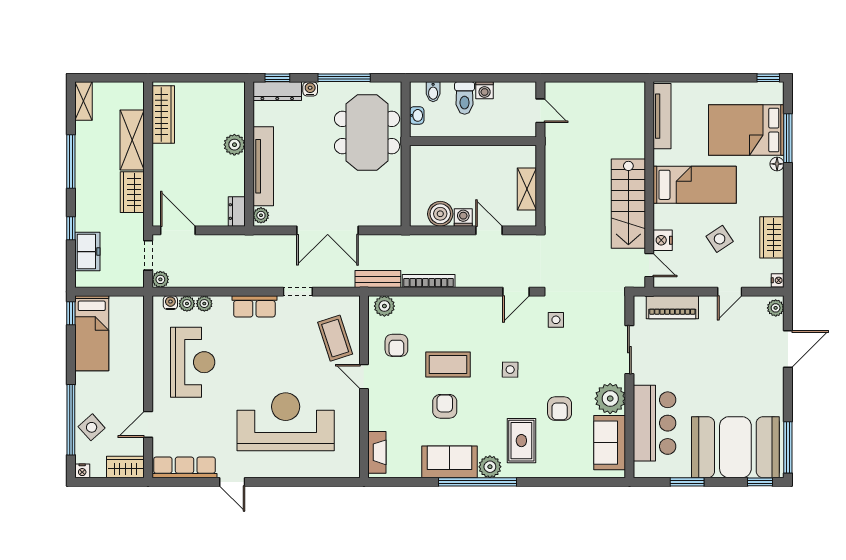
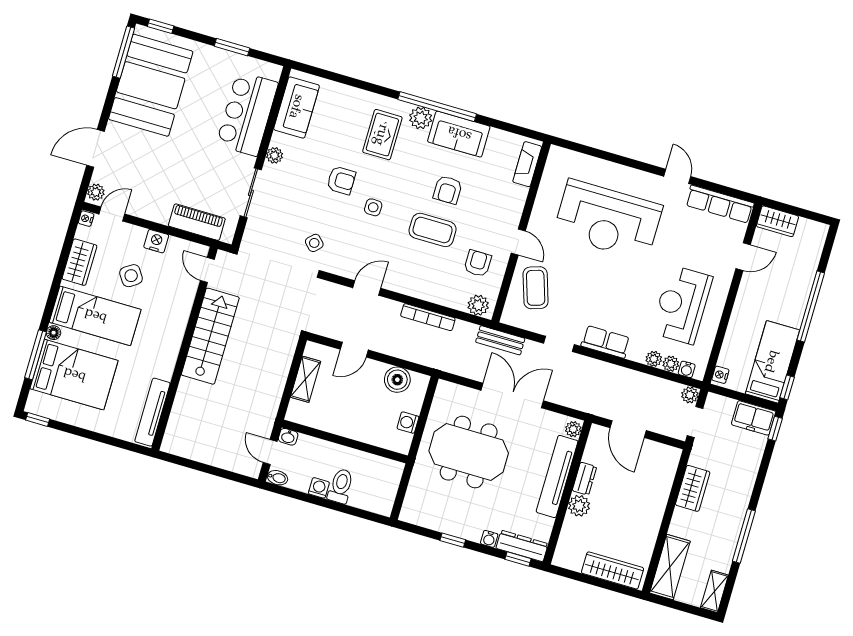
window: (344, 78) -> (453, 540), width x0.46
bidet: (433, 92) -> (277, 478), moved, turned 90
wardrobe: (163, 114) -> (612, 570), moved, turned 90
washbasin: (417, 115) -> (288, 437), moved, turned -90
meeting table: (367, 132) -> (469, 452), moved, turned 90
shelving: (132, 140) -> (670, 567), moved
bed: (695, 185) -> (95, 316), moved, turned 180
dresser: (237, 212) -> (584, 479), moved
washing machine: (463, 217) -> (408, 423), moved, turned 90
window: (71, 228) -> (775, 429), moved
door: (178, 230) -> (628, 429), moved
door: (489, 230) -> (354, 350), hinge flipped
nightstand: (663, 240) -> (156, 241), moved, turned -90
freezer: (87, 252) -> (754, 418), moved, turned -90
bench: (378, 279) -> (500, 340), moved
door: (516, 292) -> (367, 288), moved
door: (730, 292) -> (112, 214), moved
side table: (556, 320) -> (314, 243), turned 45
plant: (610, 399) -> (275, 155), width x0.53, depth x0.53
armchair: (560, 409) -> (341, 180), moved, turned 90
window: (71, 420) -> (811, 306), moved
side table: (92, 427) -> (799, 270), removed
booth: (735, 447) -> (151, 85), moved, turned 90
nightstand: (82, 471) -> (720, 375), moved, turned -90

